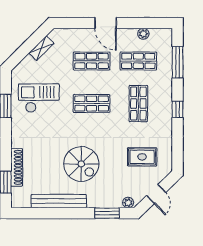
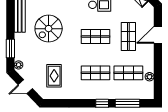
door: (106, 23) -> (158, 35), moved
shop shelf: (138, 61) -> (128, 73), turned 90
shop shelf: (92, 104) -> (95, 37), turned 90
window: (178, 109) -> (102, 103), moved

